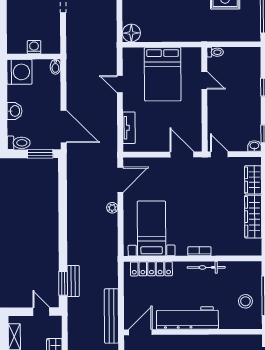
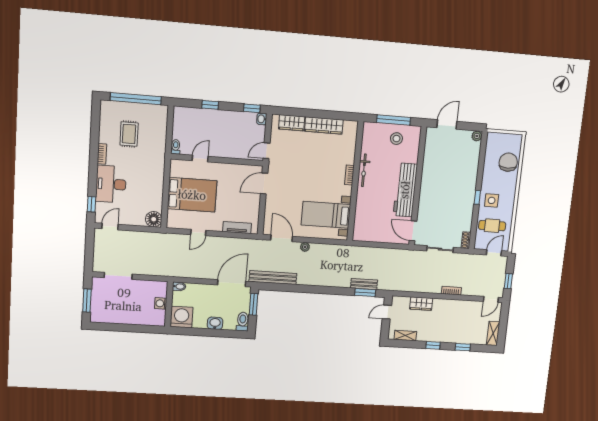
locker: (151, 269) -> (360, 217), removed
bench: (111, 316) -> (273, 278), moved

